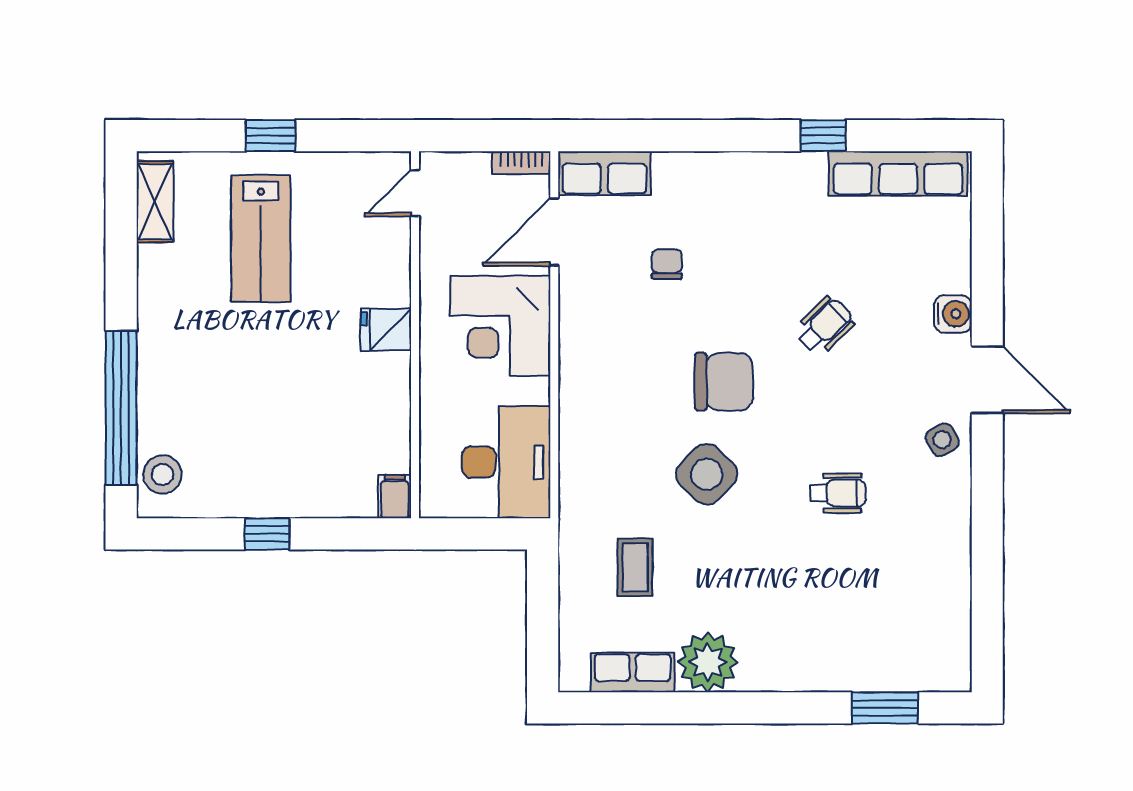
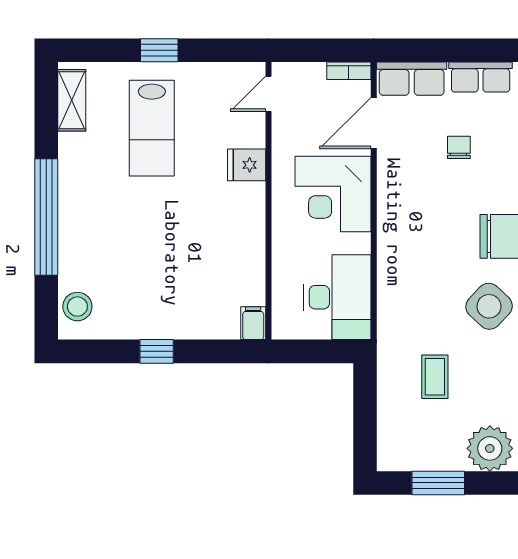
fridge: (386, 330) -> (247, 165), moved
window: (121, 408) -> (46, 217), moved
row of seats: (633, 672) -> (481, 77), moved, turned 180
window: (640, 708) -> (438, 483), added

